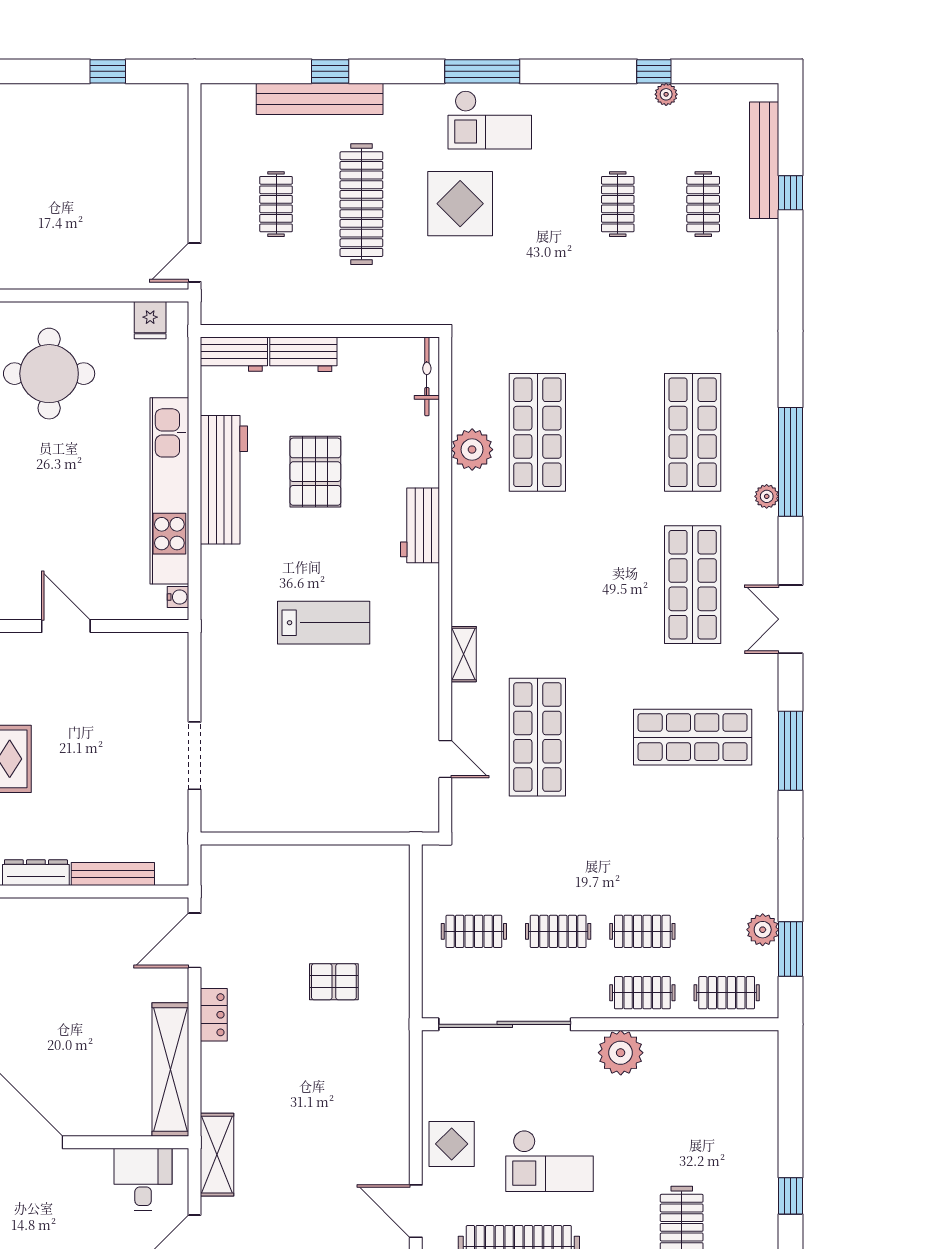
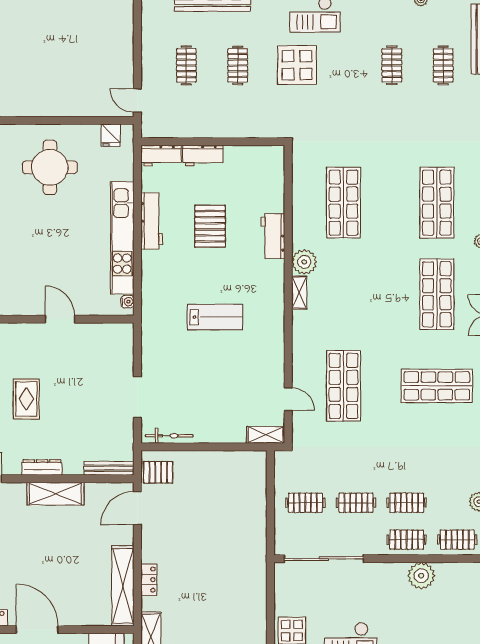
clothes rail: (361, 204) -> (238, 65), width x0.54, depth x0.76
door: (195, 262) -> (137, 101), hinge flipped
bicycle: (427, 376) -> (169, 436), moved, turned 90
plant: (472, 450) -> (304, 262), moved
workbench: (224, 480) -> (152, 221), width x0.73, depth x0.76
workbench: (420, 525) -> (273, 236), moved
shelving: (464, 654) -> (299, 293), moved
shelving: (408, 818) -> (266, 435), added
bench: (113, 874) -> (109, 468), moved
shelving: (58, 916) -> (55, 494), added
pallet: (334, 982) -> (158, 472), moved
locker: (214, 1015) -> (149, 580), moved
plant: (621, 1053) -> (421, 576), moved

